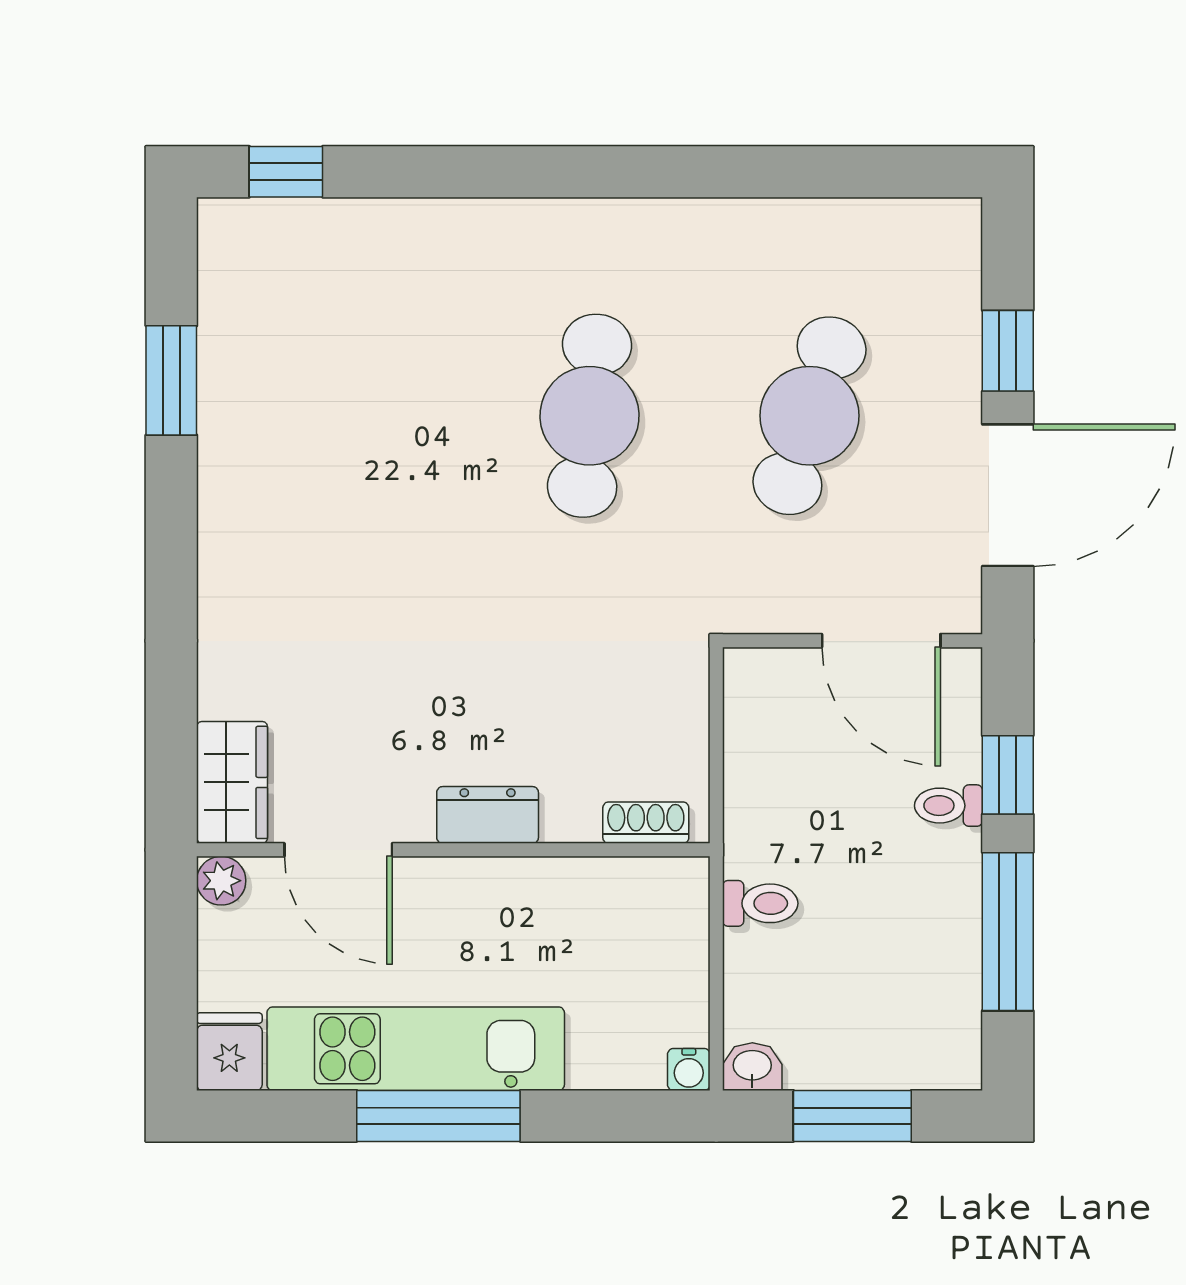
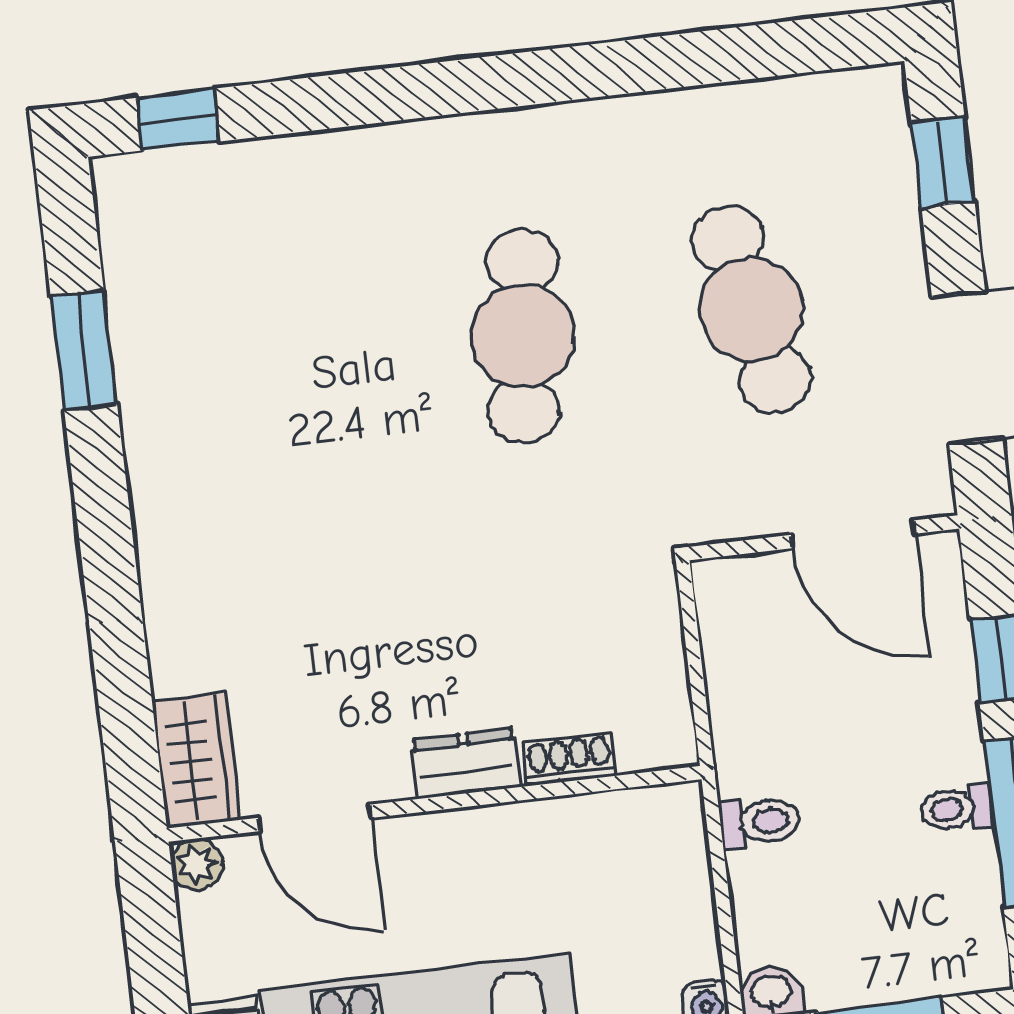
window: (1008, 351) -> (943, 162), moved
cafe table: (809, 416) -> (751, 309), turned -30
toilet: (948, 806) -> (956, 809), moved
shoe rack: (646, 823) -> (569, 759), moved

